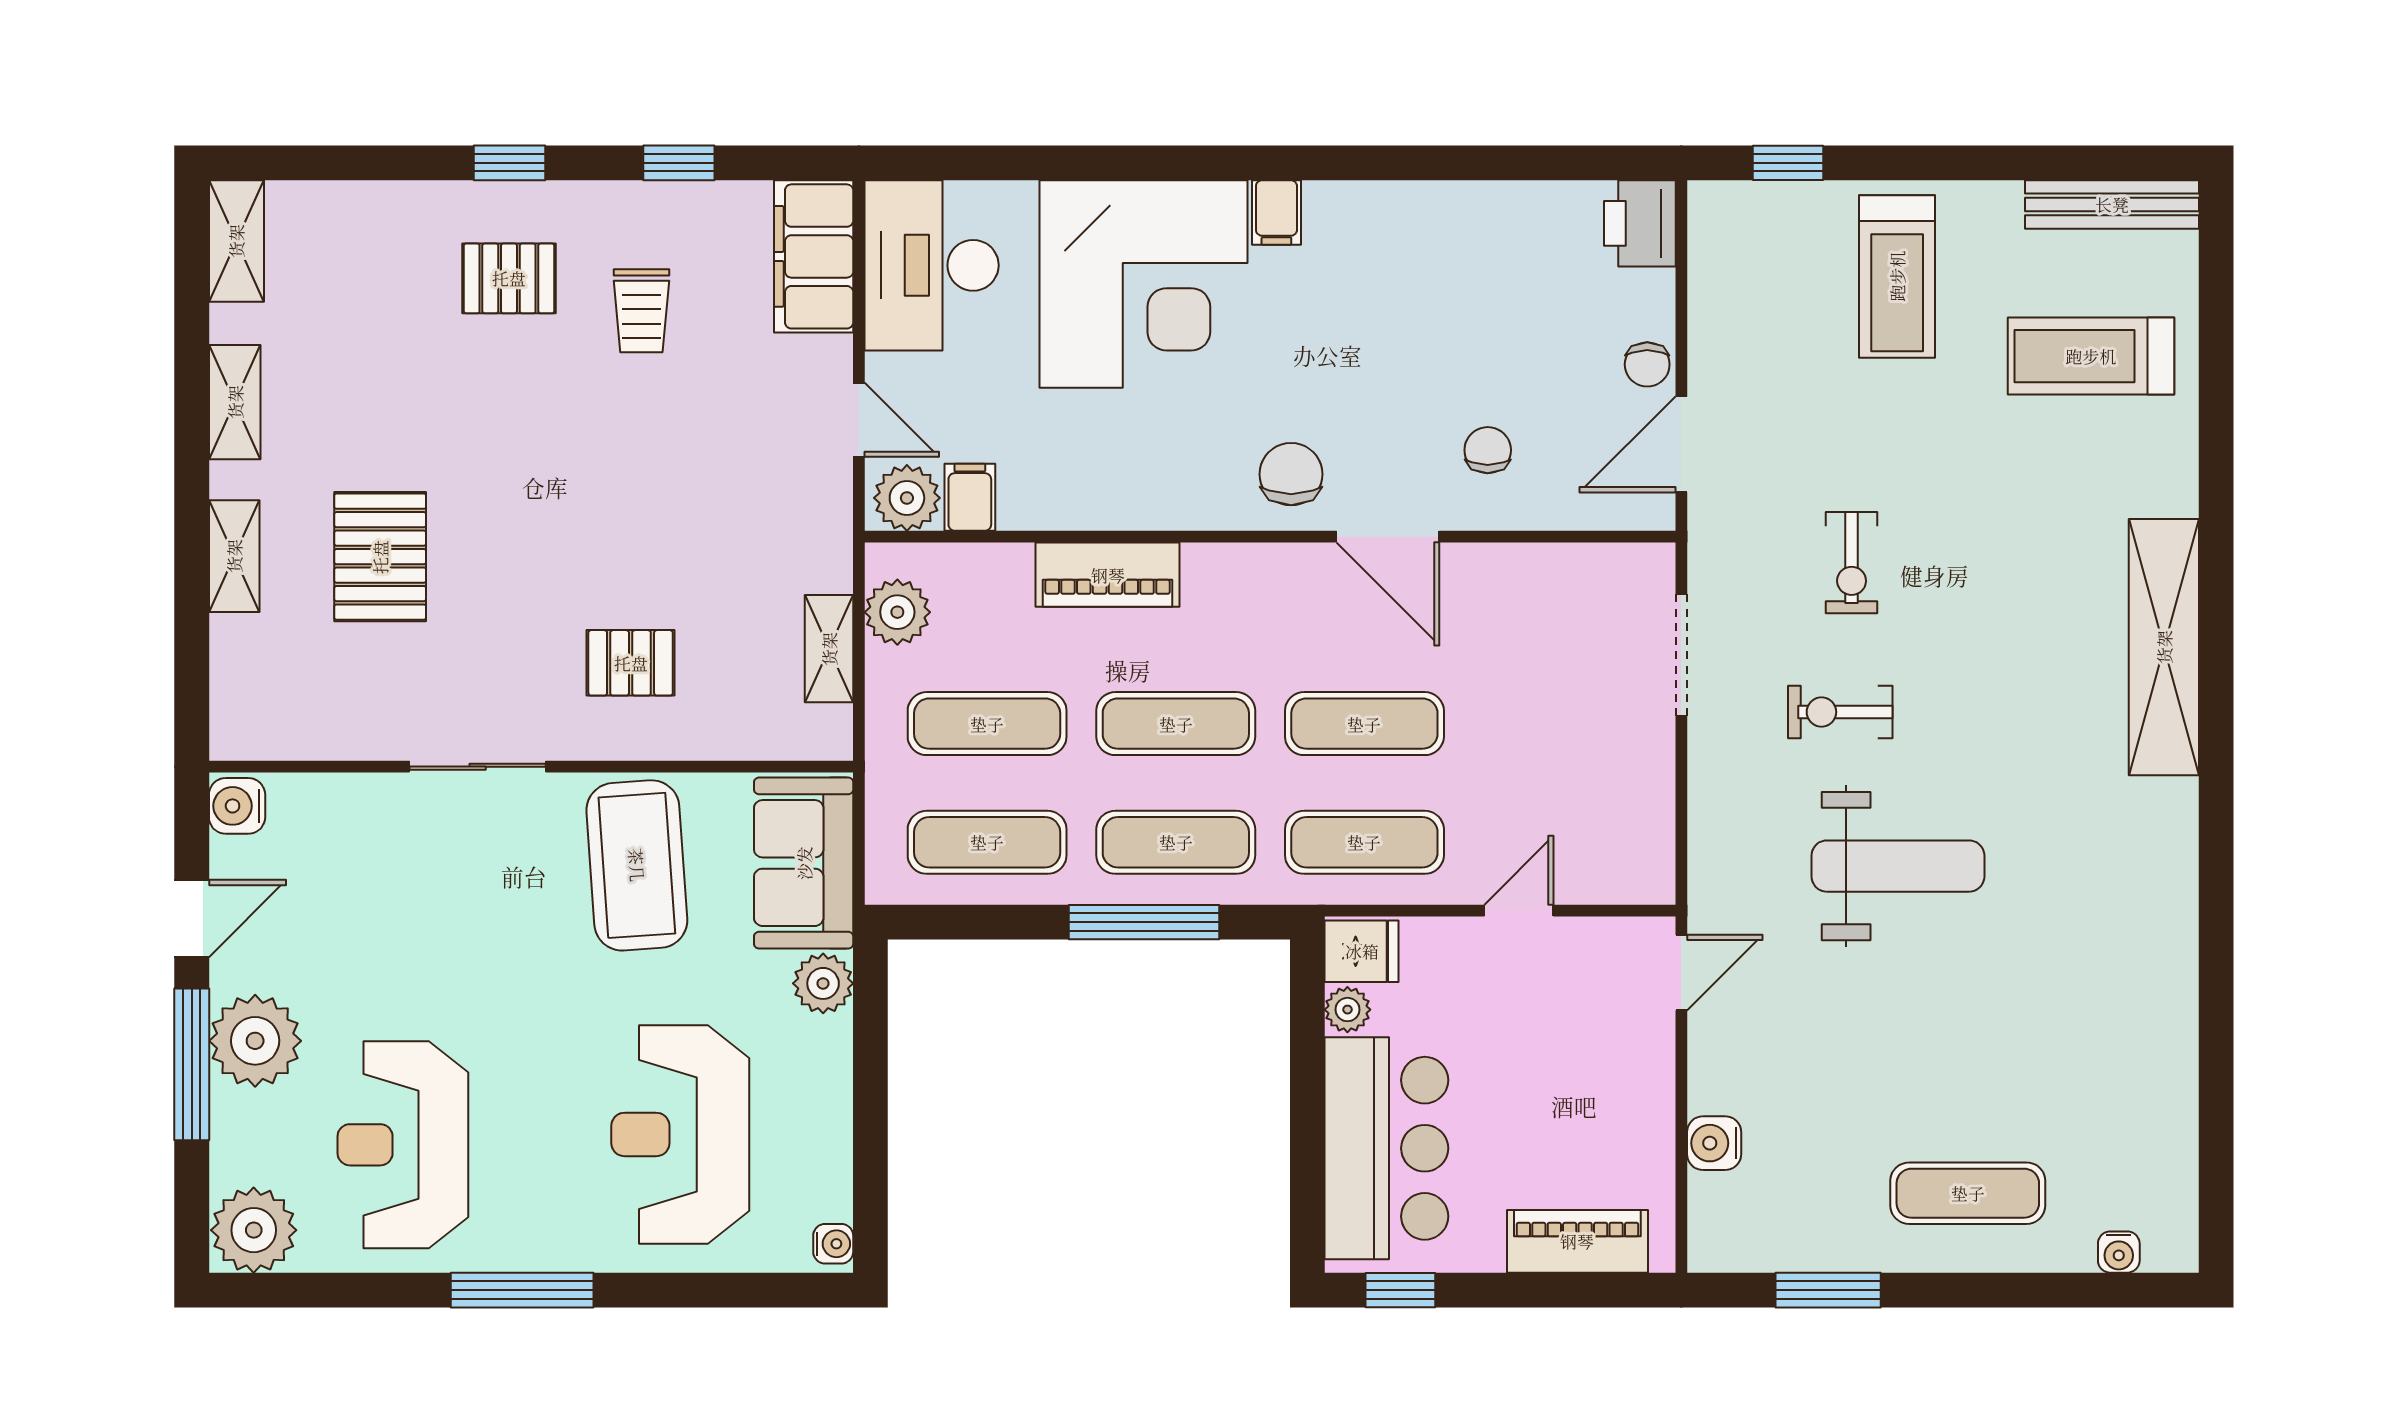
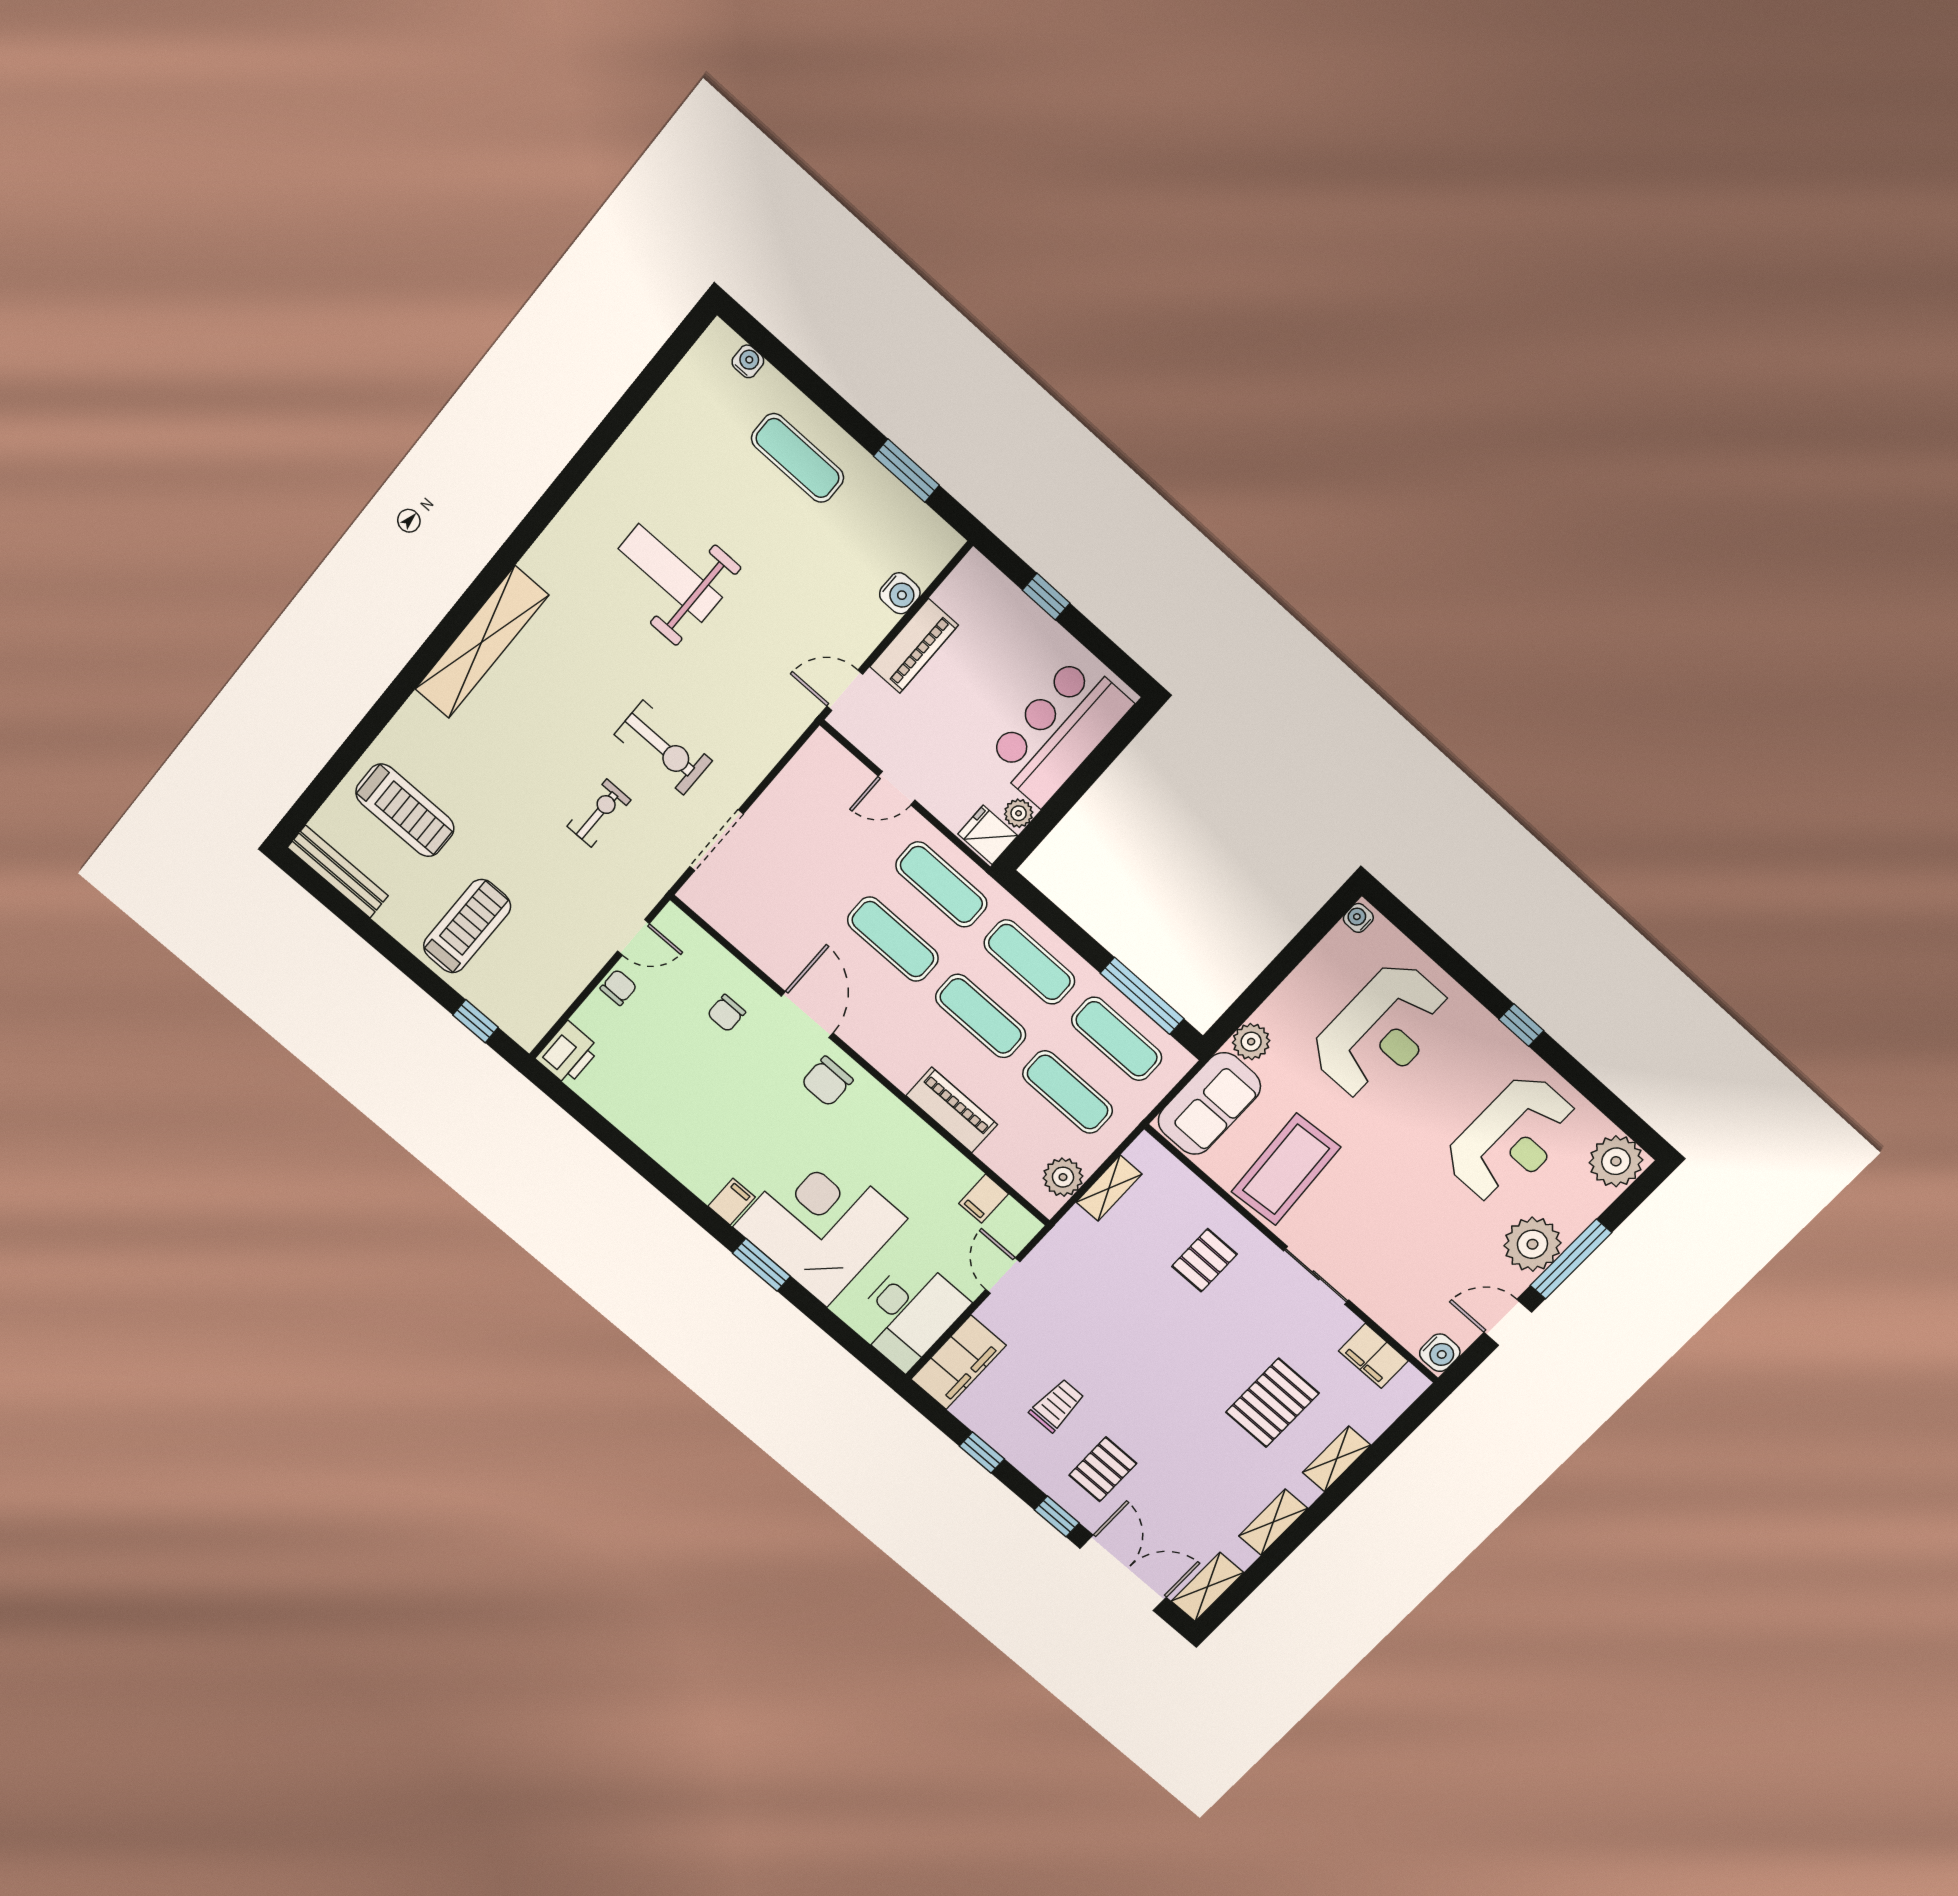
double door: (358, 163) -> (1123, 1573), added
window: (1169, 163) -> (761, 1265), added
pallet: (509, 278) -> (1103, 1469), turned 90
door: (1681, 444) -> (633, 937), width x0.73
plant: (907, 498) -> (1012, 1223), removed
pallet: (631, 663) -> (1204, 1260), turned 90
exercise bike: (1840, 712) -> (663, 748), width x1.38, depth x1.39
filing cabinet: (313, 729) -> (1373, 1356), added
weight bench: (1898, 866) -> (670, 573), moved
window: (1144, 922) -> (1142, 996), moved
piano: (1577, 1241) -> (914, 646), moved, turned -90
window: (522, 1290) -> (1521, 1025), width x0.46
window: (1400, 1290) -> (1046, 597), moved

